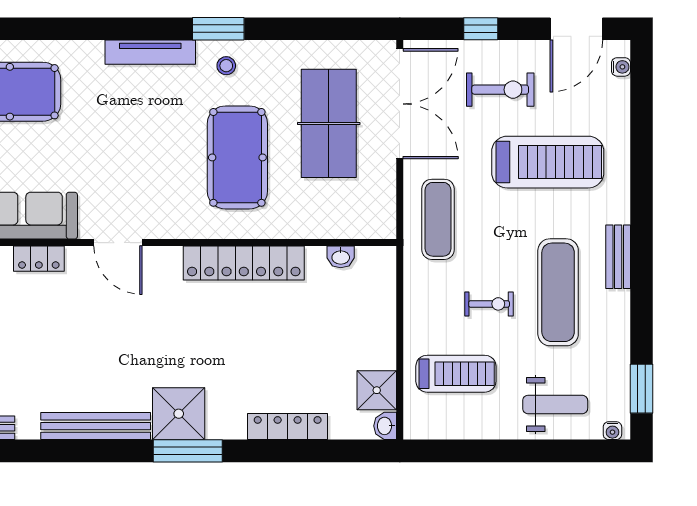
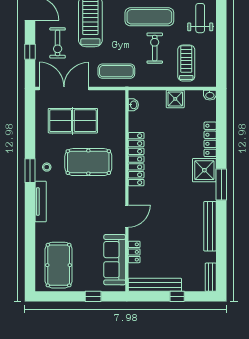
exercise bike: (500, 90) -> (58, 43), turned 180
washbasin: (341, 257) -> (133, 105), moved
exercise bike: (489, 304) -> (155, 48), width x1.38, depth x1.39
shower: (377, 390) -> (175, 99), moved
shower: (179, 414) -> (204, 170), moved

